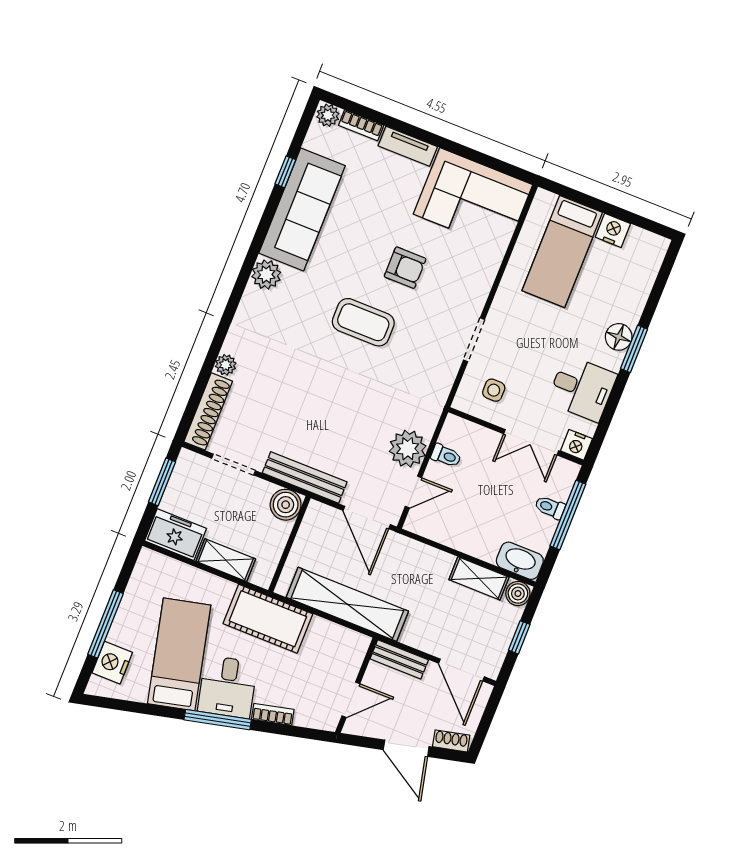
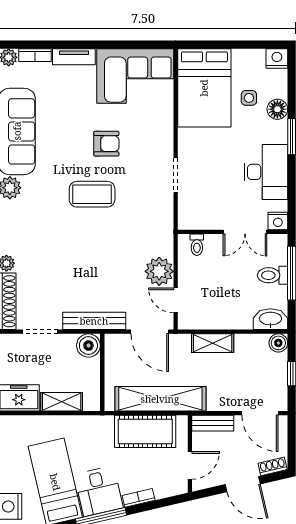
nightstand: (613, 230) -> (277, 59), moved
bed: (562, 251) -> (204, 88), width x1.50
floor lamp: (619, 337) -> (277, 109), moved
desk: (582, 388) -> (266, 172), width x1.37
side table: (494, 390) -> (249, 98), moved
toilet: (446, 456) -> (197, 245), moved, turned 90
door: (413, 492) -> (176, 300), swing flipped
toilet: (550, 507) -> (273, 275), width x1.37, depth x1.39
shelving: (479, 578) -> (213, 343), moved
cot: (268, 619) -> (145, 431), moved

